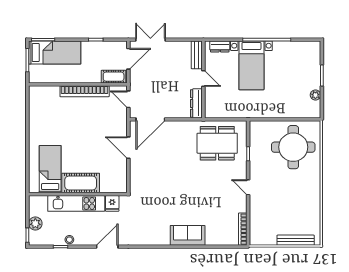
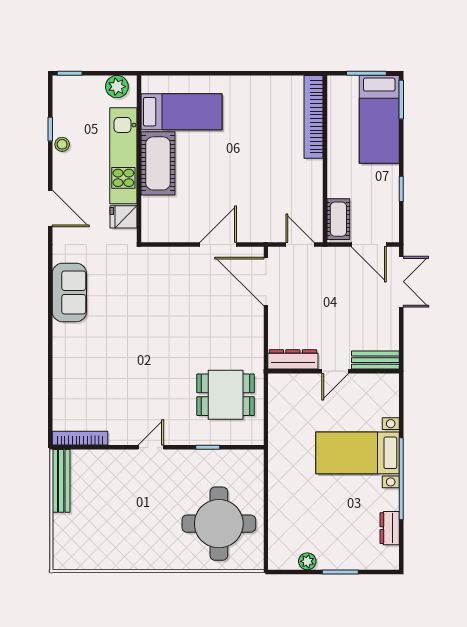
dresser: (220, 46) -> (390, 528), moved
bookcase: (85, 91) -> (314, 117), moved
door: (128, 99) -> (300, 244), hinge flipped
dining table: (217, 143) -> (226, 395), width x0.73
plant: (35, 223) -> (117, 87), moved
sofa: (188, 235) -> (69, 292), moved
bench: (296, 240) -> (61, 481), moved

